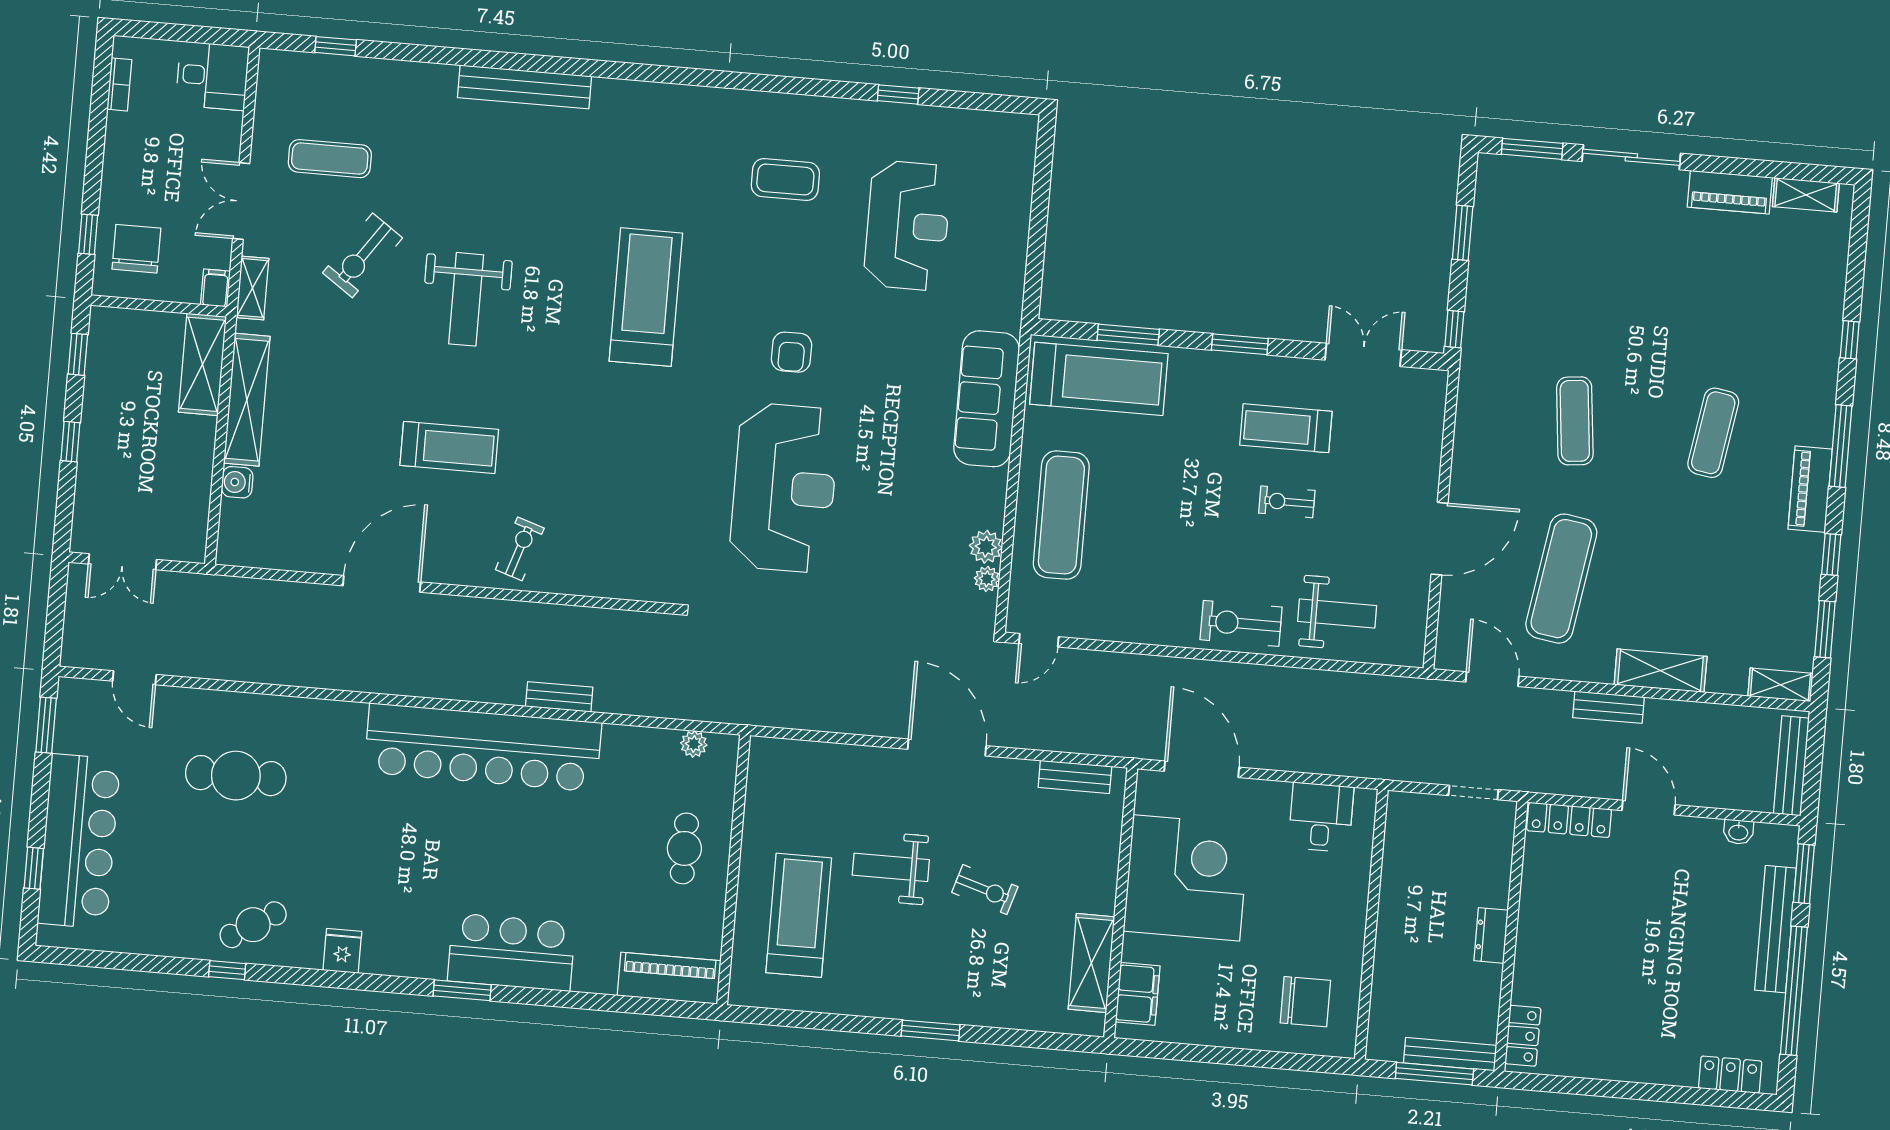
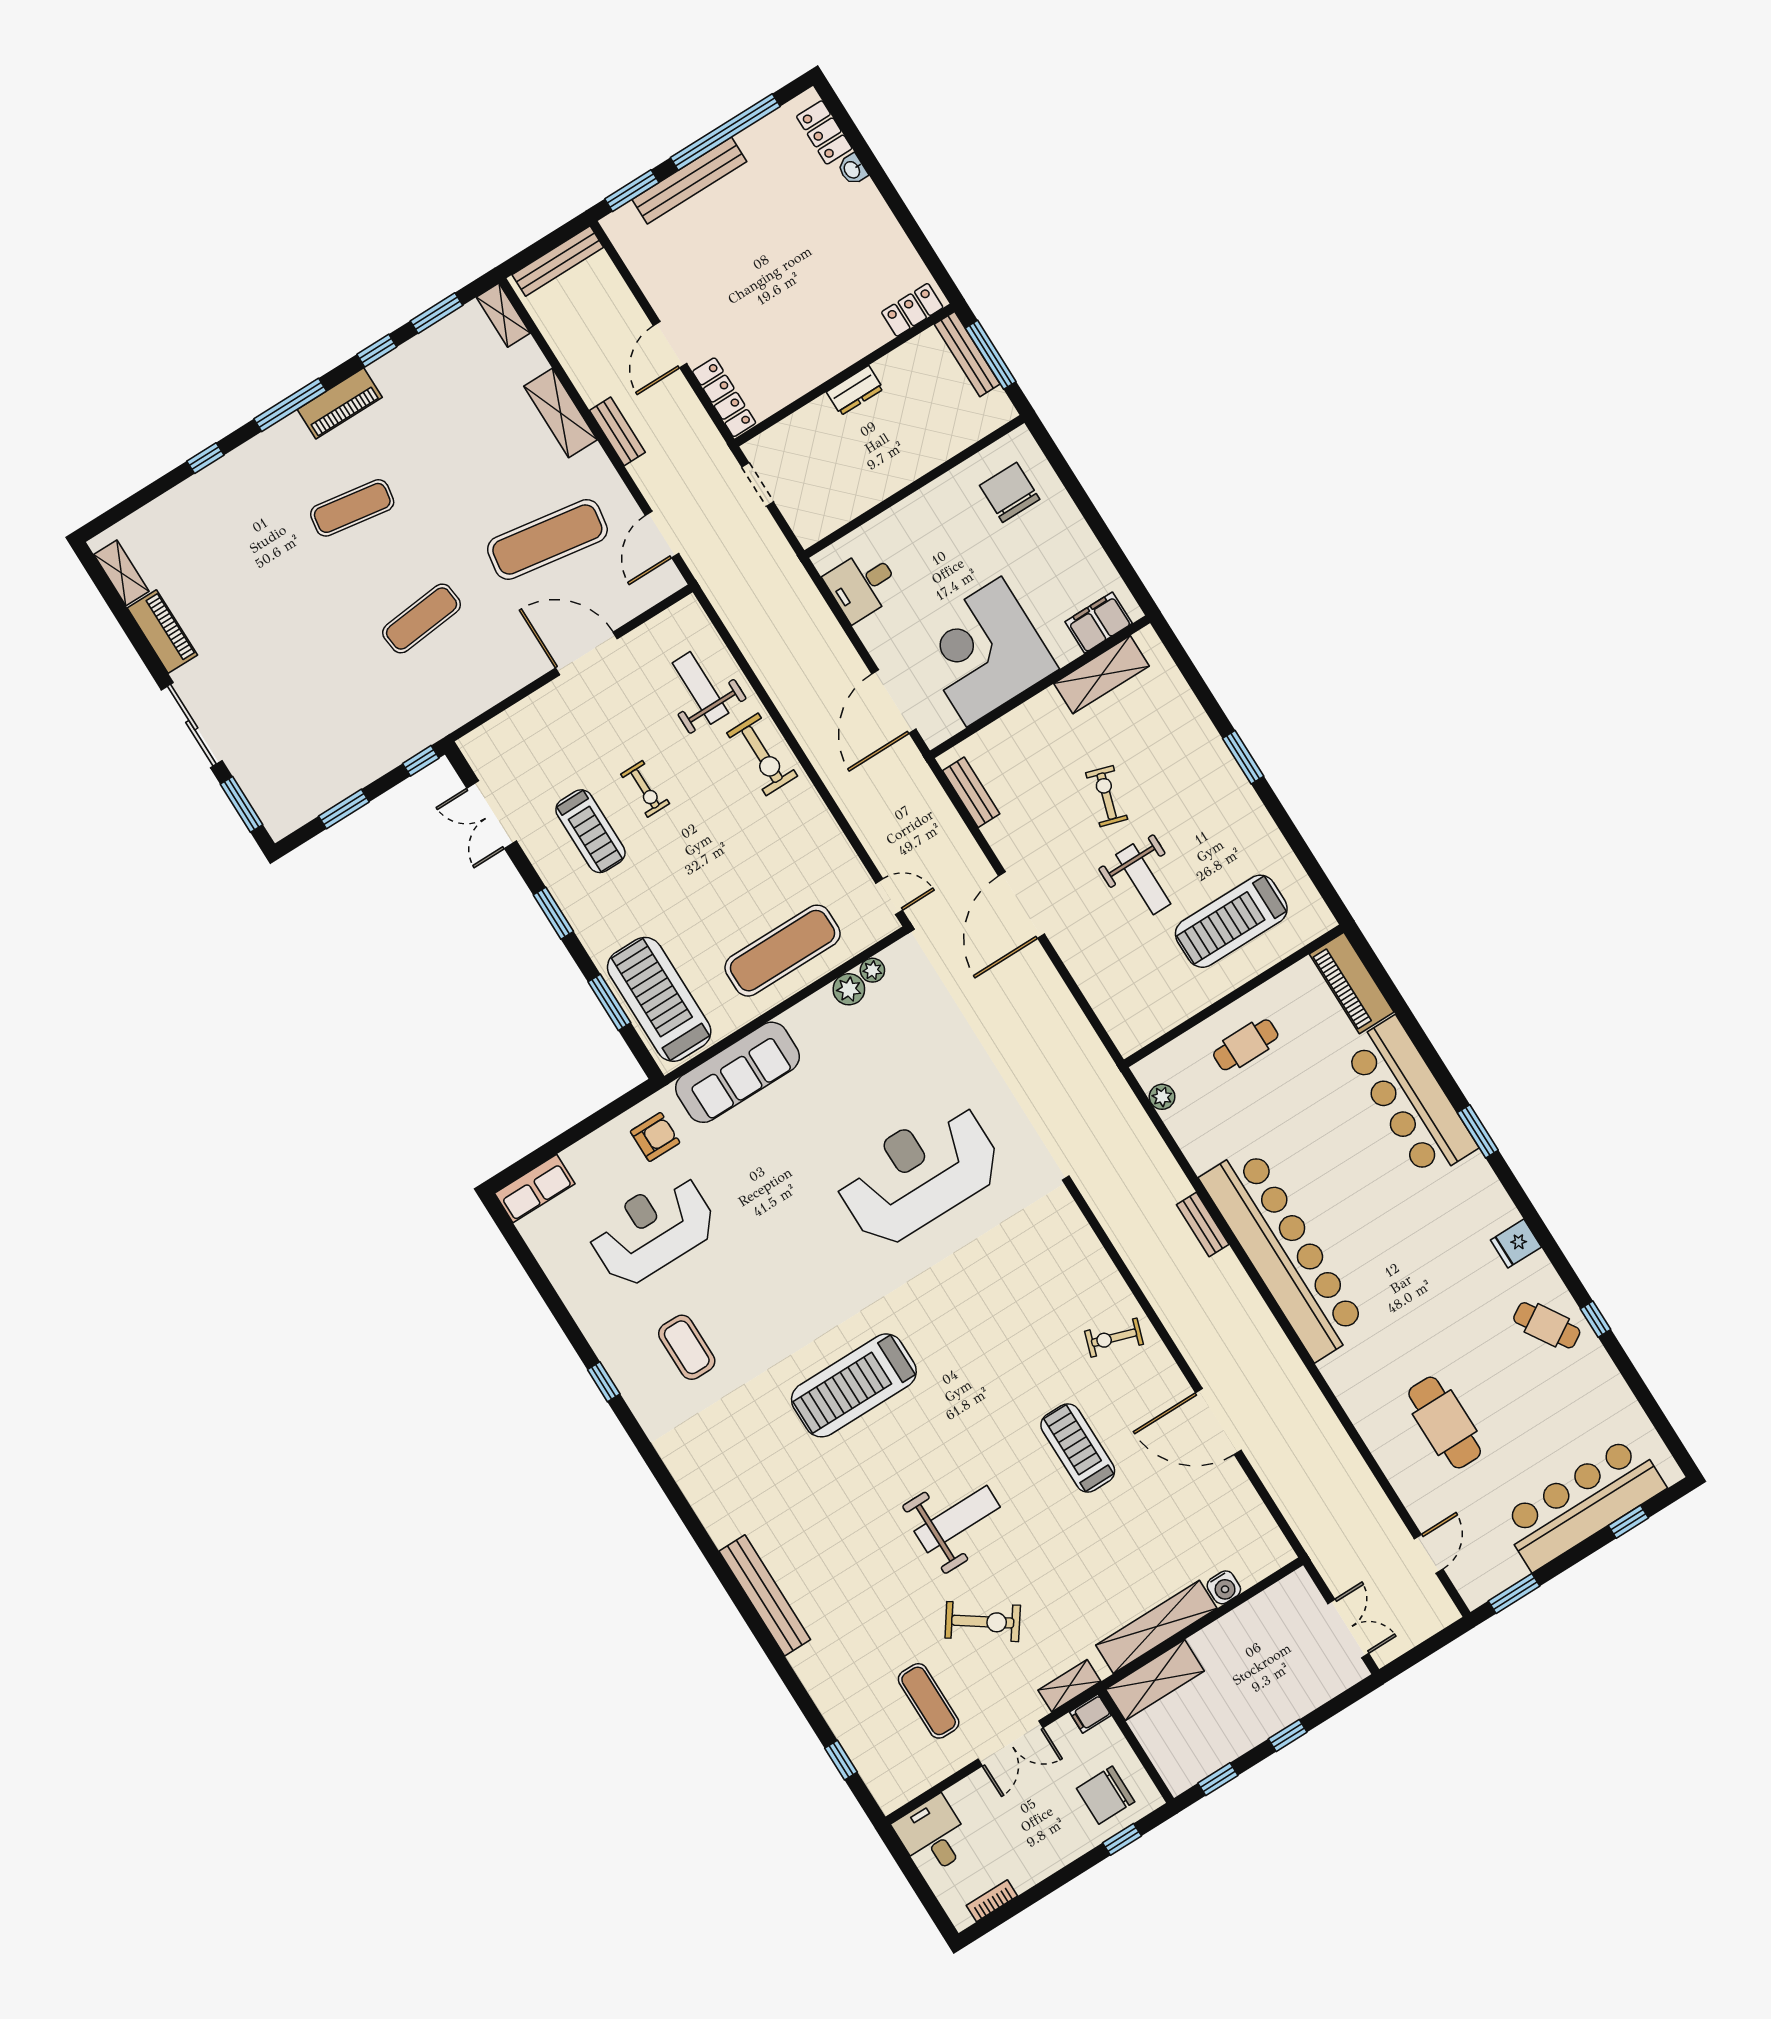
window: (898, 94) -> (604, 1382), moved
row of seats: (1018, 152) -> (535, 1189), added
armchair: (792, 352) -> (655, 1137), moved
washbasin: (1738, 832) -> (852, 169), moved, turned 180
bar counter: (511, 952) -> (1410, 1098), width x1.36

